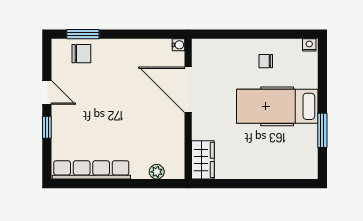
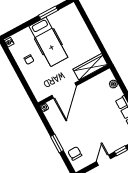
window: (83, 34) -> (57, 144), moved
wardrobe: (203, 160) -> (90, 67), width x1.50

